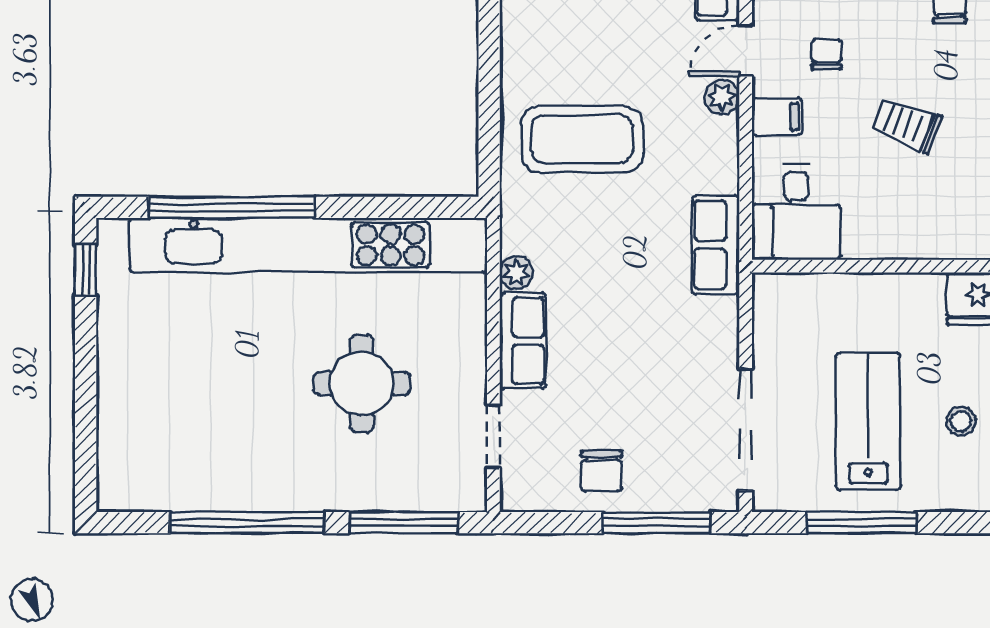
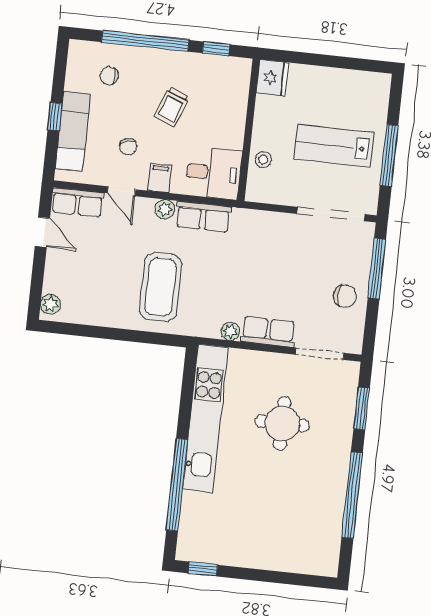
chair: (827, 54) -> (128, 147), turned -109
plant: (722, 97) -> (165, 209), moved
kitchen unit: (308, 245) -> (205, 418), width x0.73
row of seats: (716, 245) -> (203, 217), moved
stool: (961, 421) -> (263, 160), moved
doorway: (493, 436) -> (319, 354), width x1.38
window: (404, 523) -> (362, 409), width x0.69

